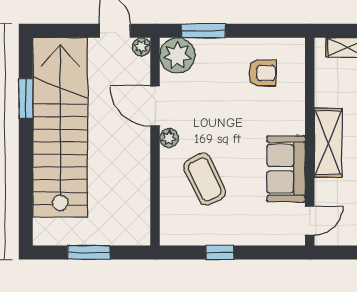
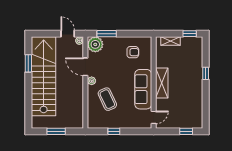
sofa: (286, 169) -> (143, 89), width x1.36

